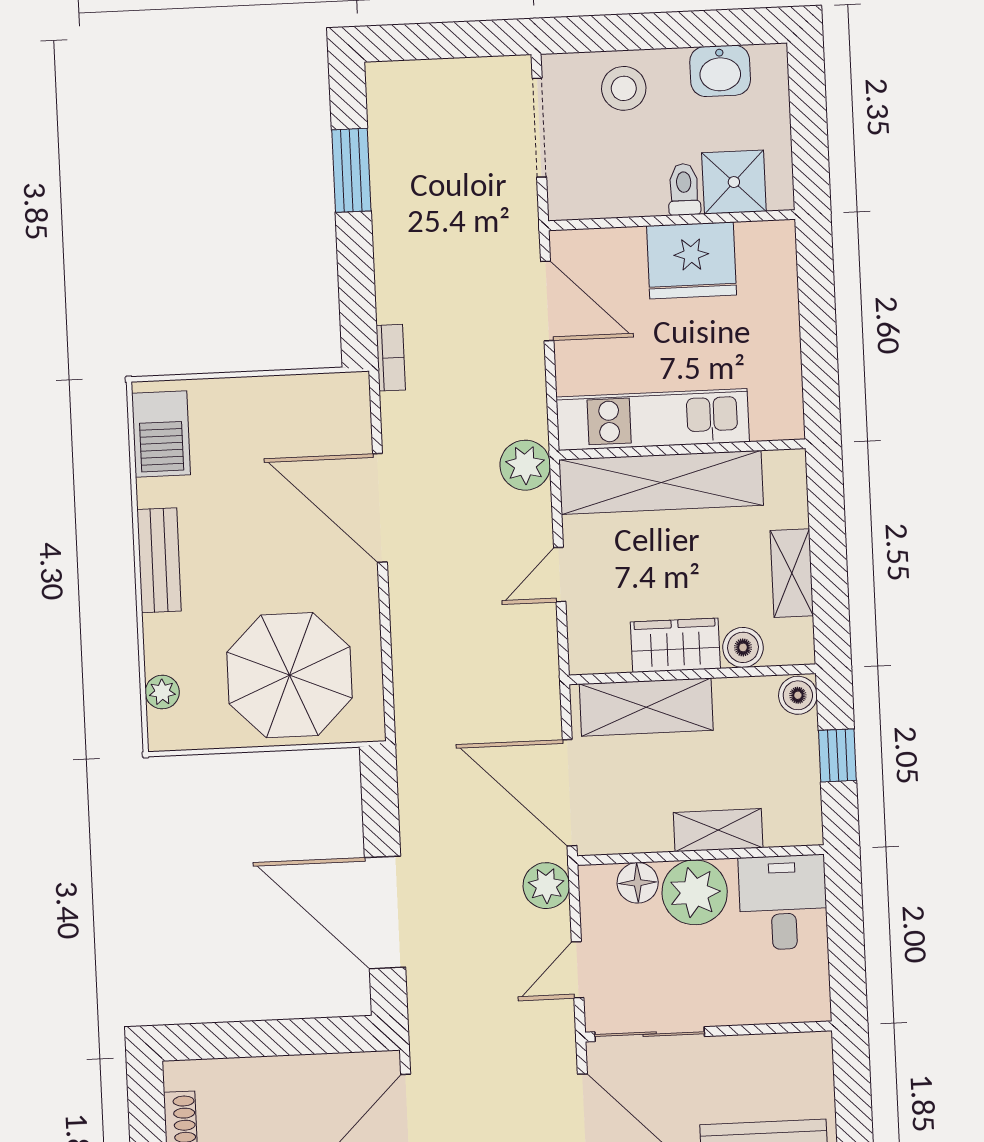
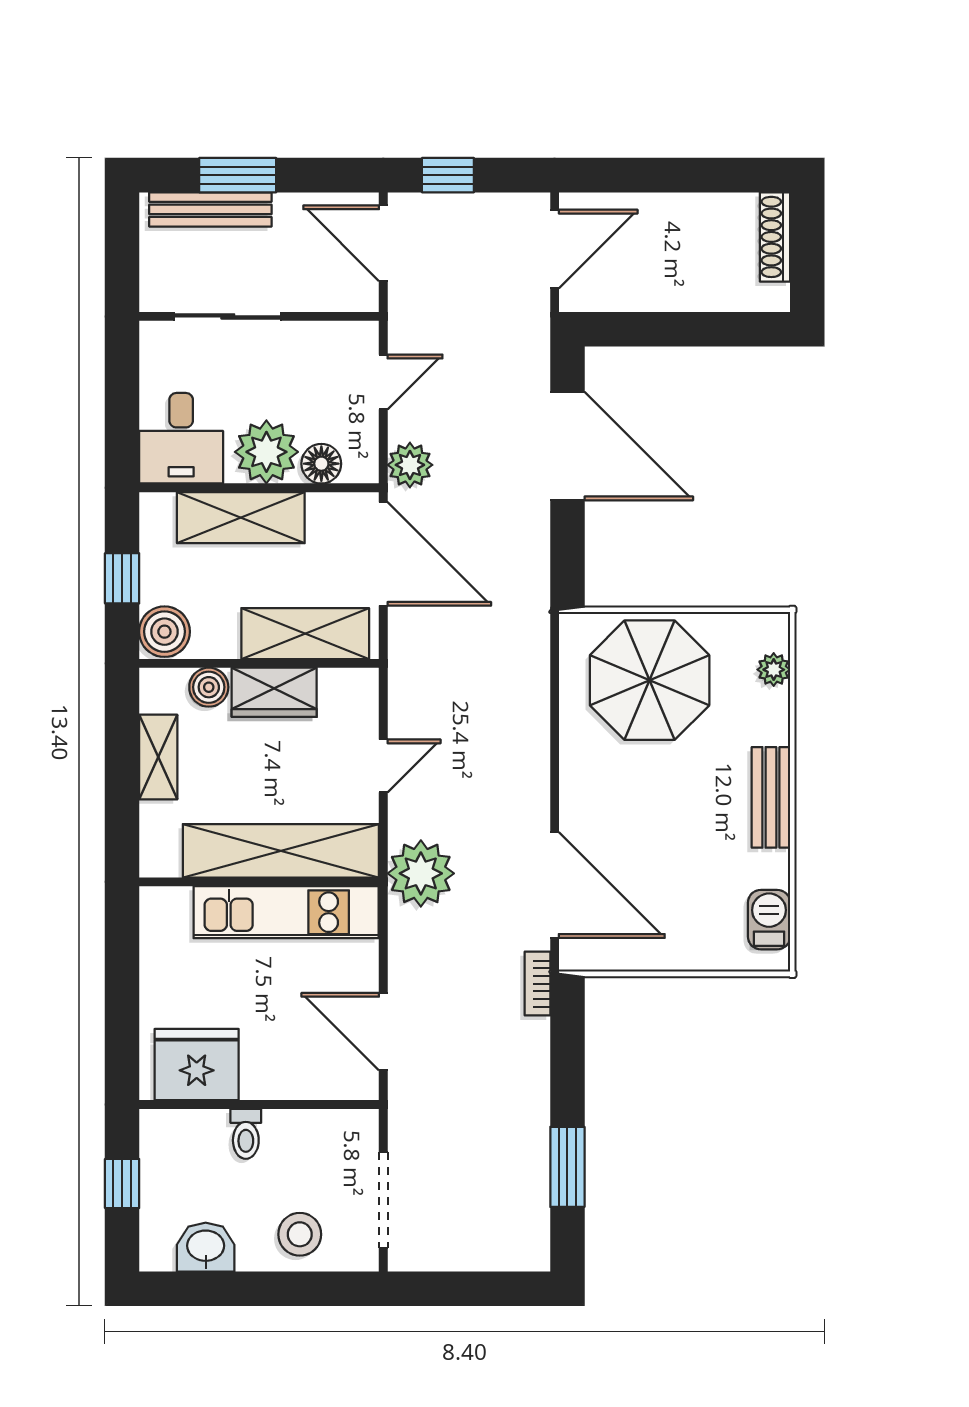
window: (809, 132) -> (122, 1184), added
shower: (734, 182) -> (197, 1139), removed
fridge: (691, 260) -> (197, 1065), moved
barbecue: (161, 434) -> (769, 920), width x0.73, depth x0.79
plant: (525, 465) -> (421, 873), width x1.36, depth x1.36
door: (380, 508) -> (555, 885), moved
boiler: (798, 695) -> (164, 632), width x1.36, depth x1.36
shelving: (718, 830) -> (241, 518), width x1.50, depth x1.33
sliding door: (650, 1034) -> (228, 316), moved

